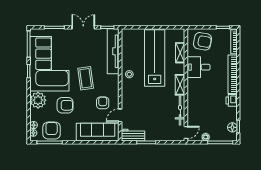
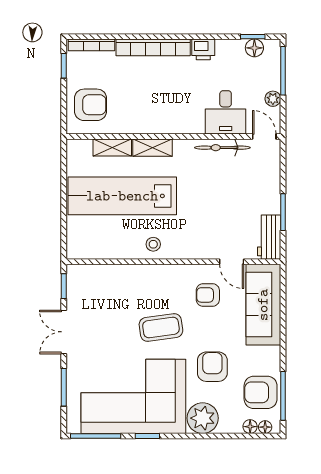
armchair: (202, 41) -> (90, 105), turned 80
tv unit: (113, 51) -> (109, 275), removed
desk: (199, 67) -> (226, 112), moved
shelving: (180, 85) -> (153, 148), moved

